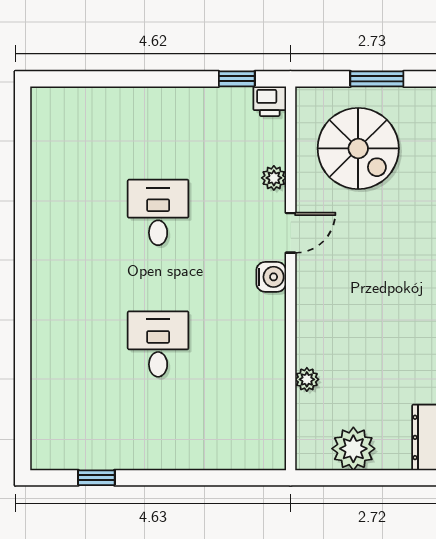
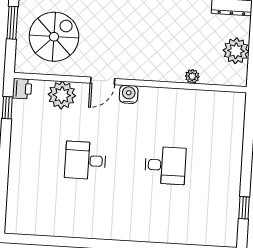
plant: (274, 178) -> (62, 95), width x1.88, depth x1.88
door: (291, 233) -> (103, 81), swing flipped
desk: (158, 344) -> (165, 165), turned 180

